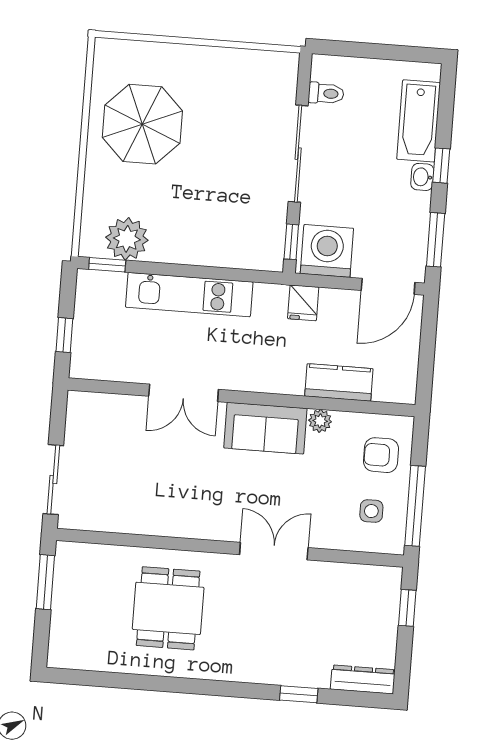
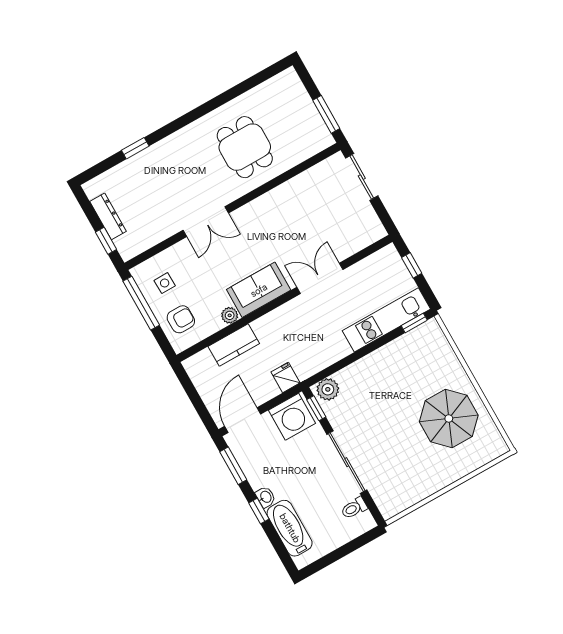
plant: (127, 239) -> (328, 389), moved, width x0.73, depth x0.73
kitchen unit: (189, 295) -> (386, 320), moved
dresser: (363, 679) -> (108, 216), moved, turned -90

